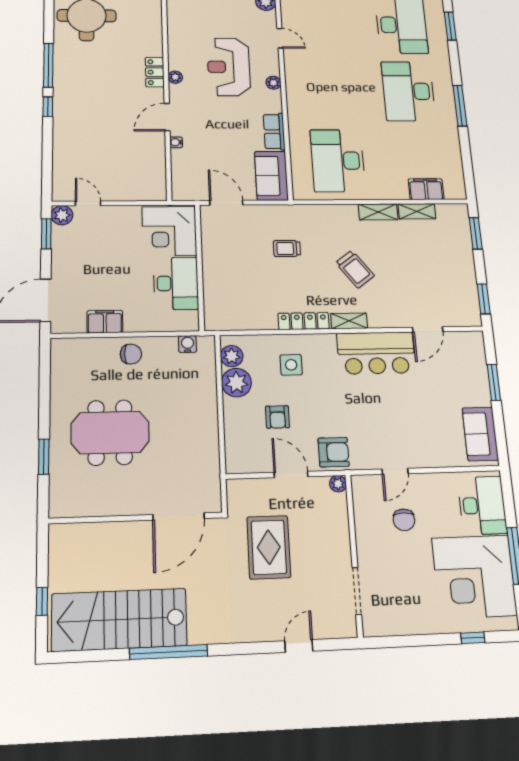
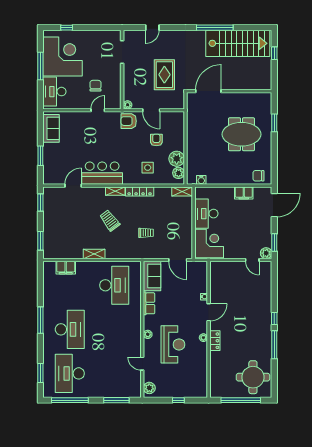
shelving: (417, 211) -> (182, 191), moved
chair: (131, 354) -> (258, 176), moved

